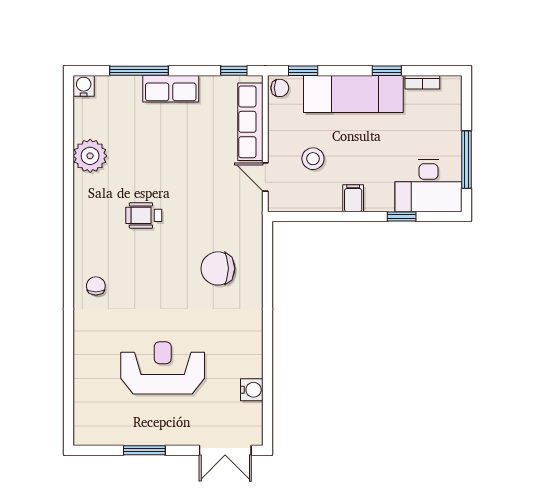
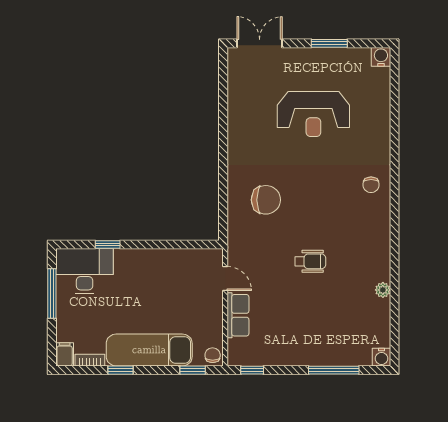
chair: (280, 88) -> (213, 355), turned 90
row of seats: (171, 89) -> (306, 355), removed
row of seats: (250, 122) -> (238, 315), width x0.68
plant: (90, 156) -> (383, 290), width x0.53, depth x0.53
stool: (313, 159) -> (184, 294), removed
filing cabinet: (353, 198) -> (65, 354), moved, turned 180
wheelchair: (144, 215) -> (310, 261), moved
water cooler: (252, 390) -> (381, 57), moved, turned 90

